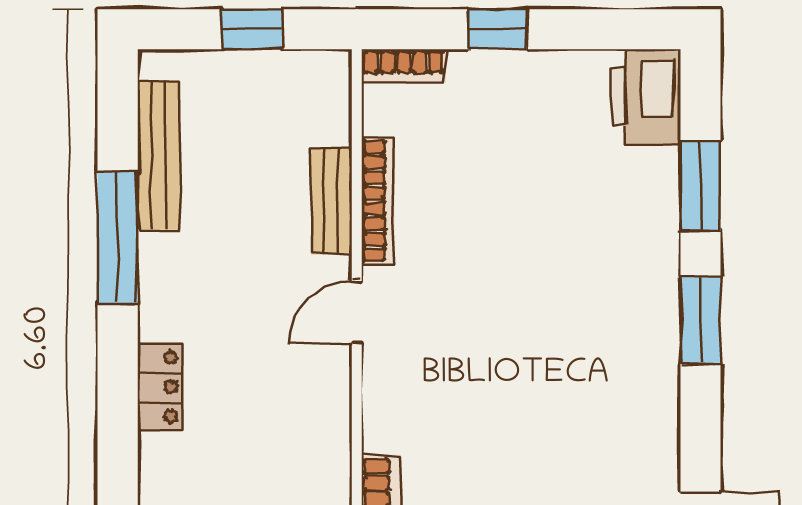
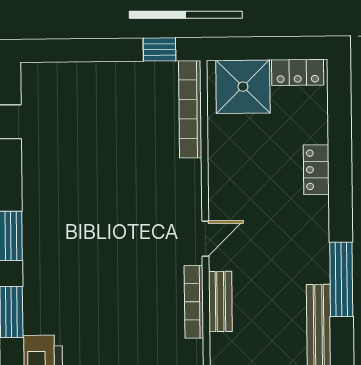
locker: (160, 387) -> (316, 170), moved

